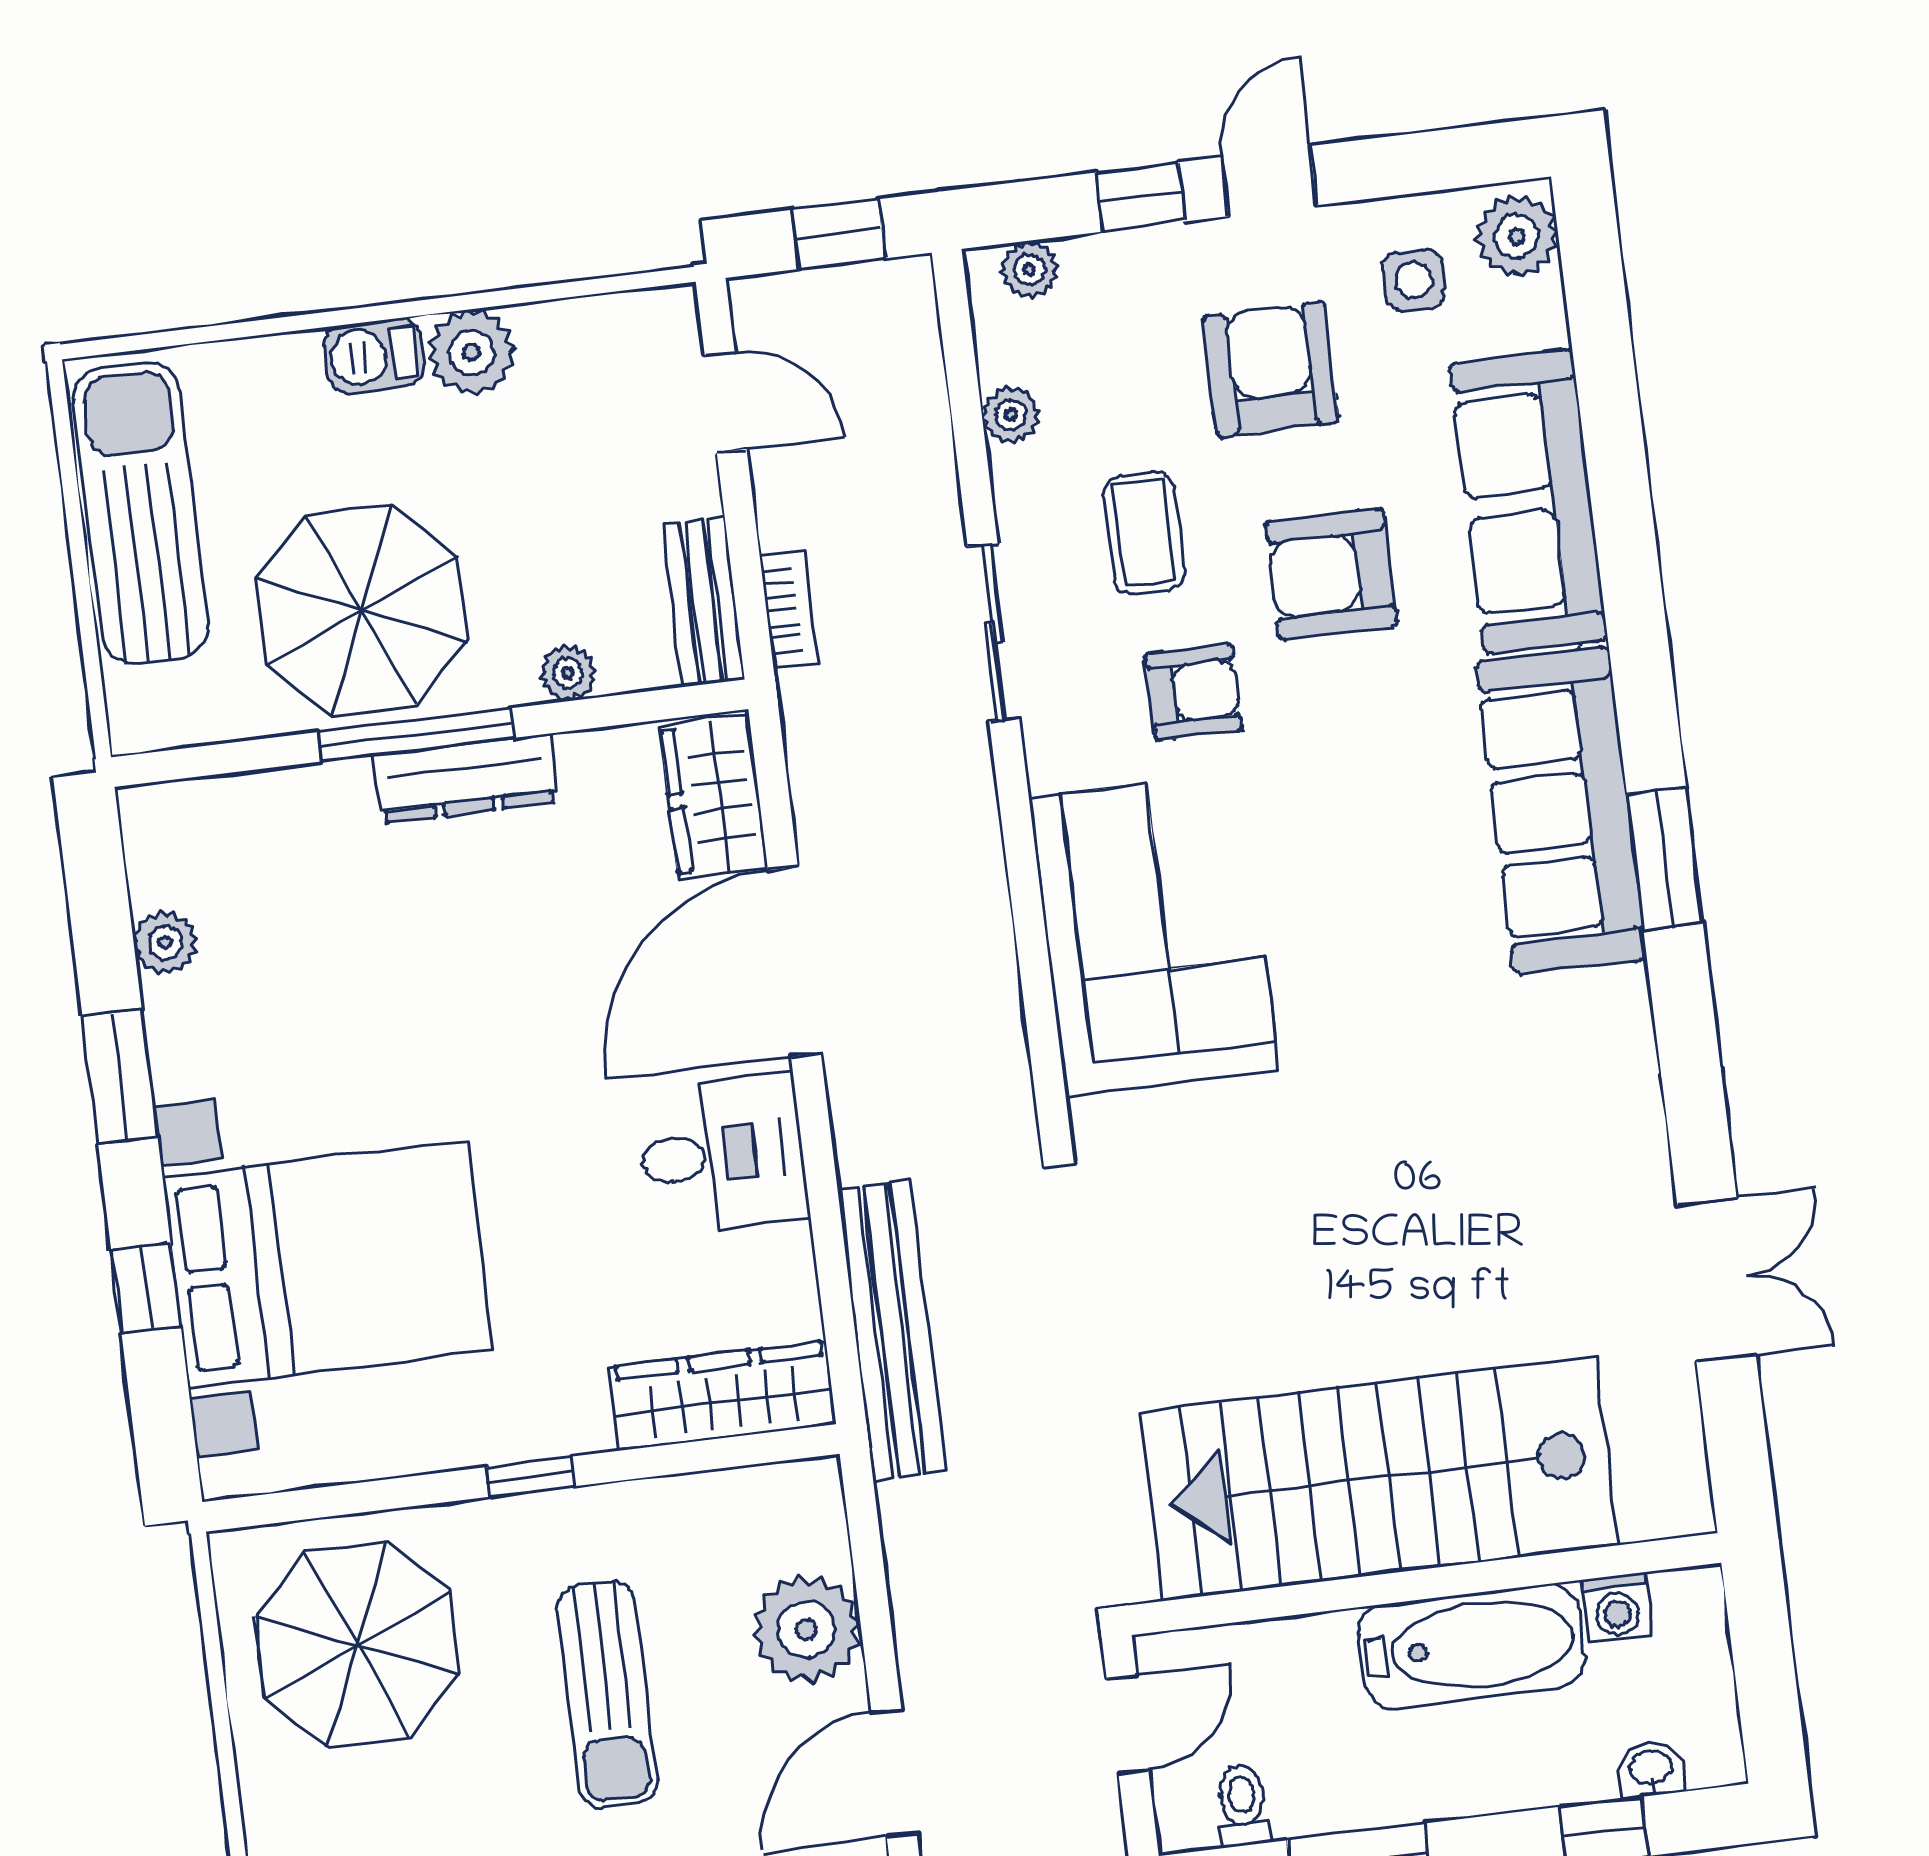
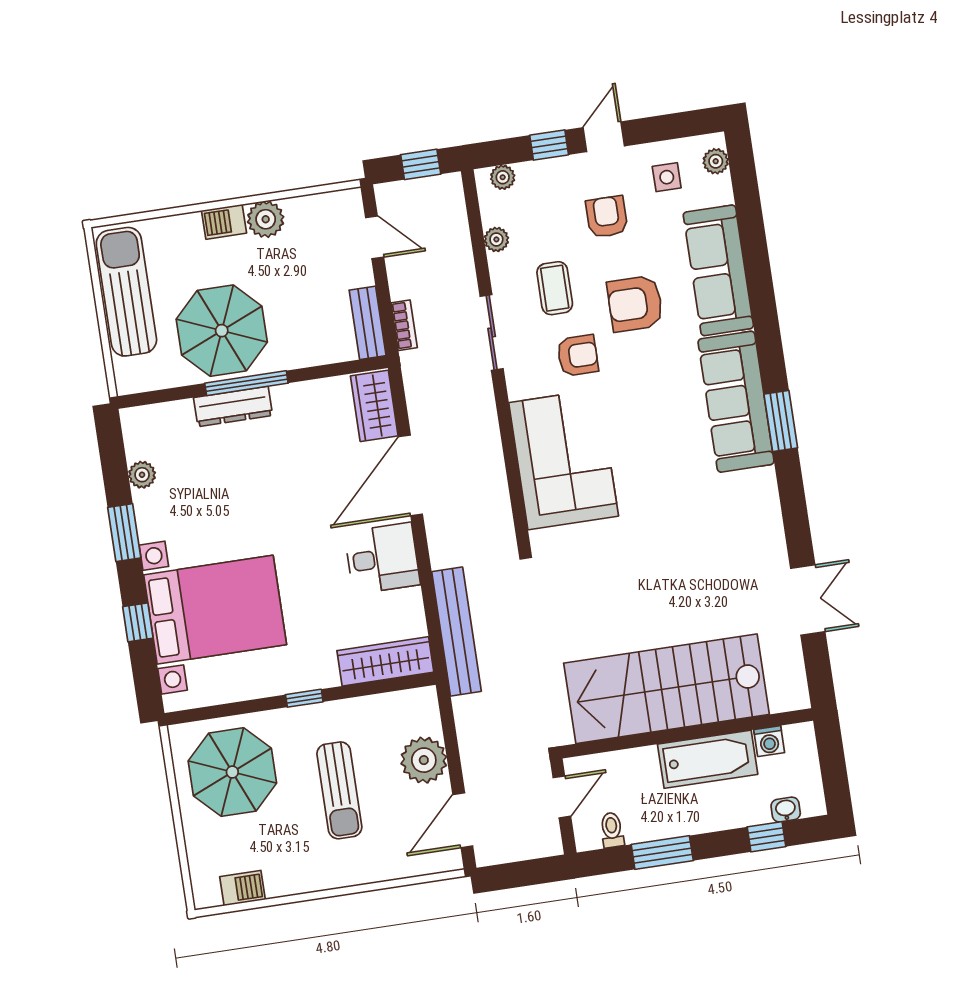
plant: (1517, 236) -> (716, 161), width x0.73, depth x0.73
armchair: (1271, 369) -> (607, 217), width x0.72, depth x0.72
plant: (568, 673) -> (311, 355), removed
dresser: (466, 779) -> (233, 407), moved

